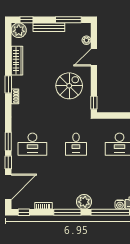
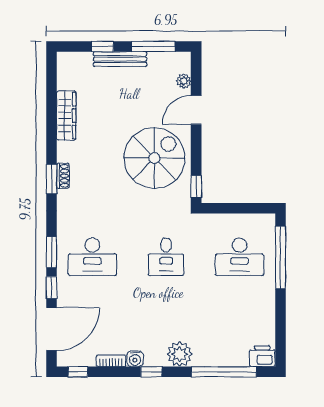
window: (26, 20) -> (102, 46), moved
plant: (19, 30) -> (69, 64), removed
window: (8, 84) -> (52, 179), moved
spiral stairs: (69, 86) -> (154, 158), width x1.37, depth x1.37
water cooler: (120, 204) -> (135, 359), moved
window: (67, 212) -> (151, 372), width x0.46

